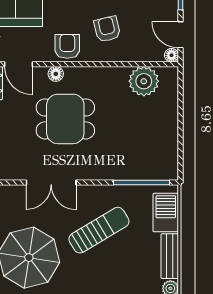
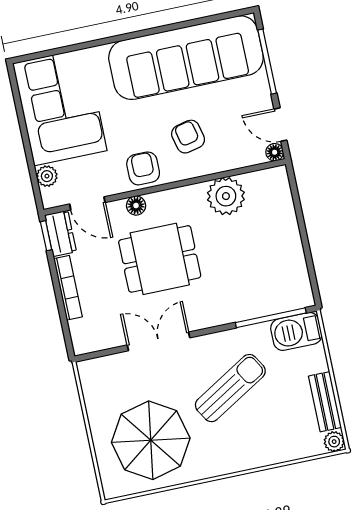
plant: (144, 81) -> (226, 196), moved
double door: (51, 182) -> (159, 341), swing flipped
barbecue: (166, 213) -> (296, 331), moved, turned -90

